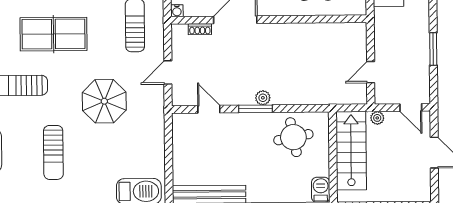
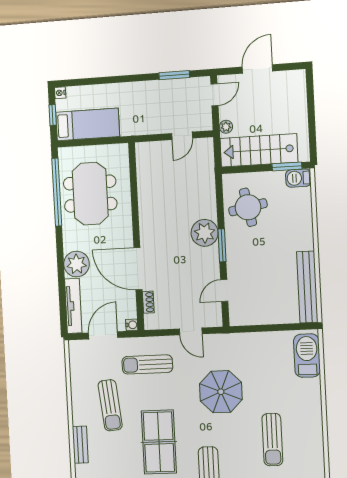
window: (433, 49) -> (174, 75), moved
door: (371, 72) -> (182, 136), hinge flipped
plant: (263, 98) -> (205, 233), width x1.87, depth x1.87
sun lounger: (53, 152) -> (272, 440), turned 90
window: (333, 179) -> (287, 166), added

